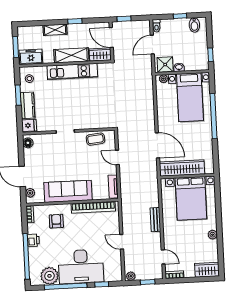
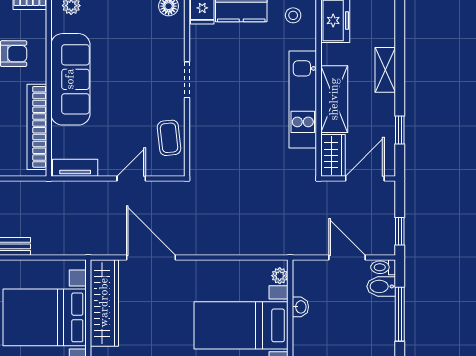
window: (180, 16) -> (400, 314), width x2.17
window: (124, 19) -> (400, 231), moved
window: (75, 21) -> (400, 130), moved
bidet: (194, 25) -> (381, 286), moved
shower: (165, 65) -> (307, 280), removed
door: (157, 145) -> (151, 257), swing flipped

